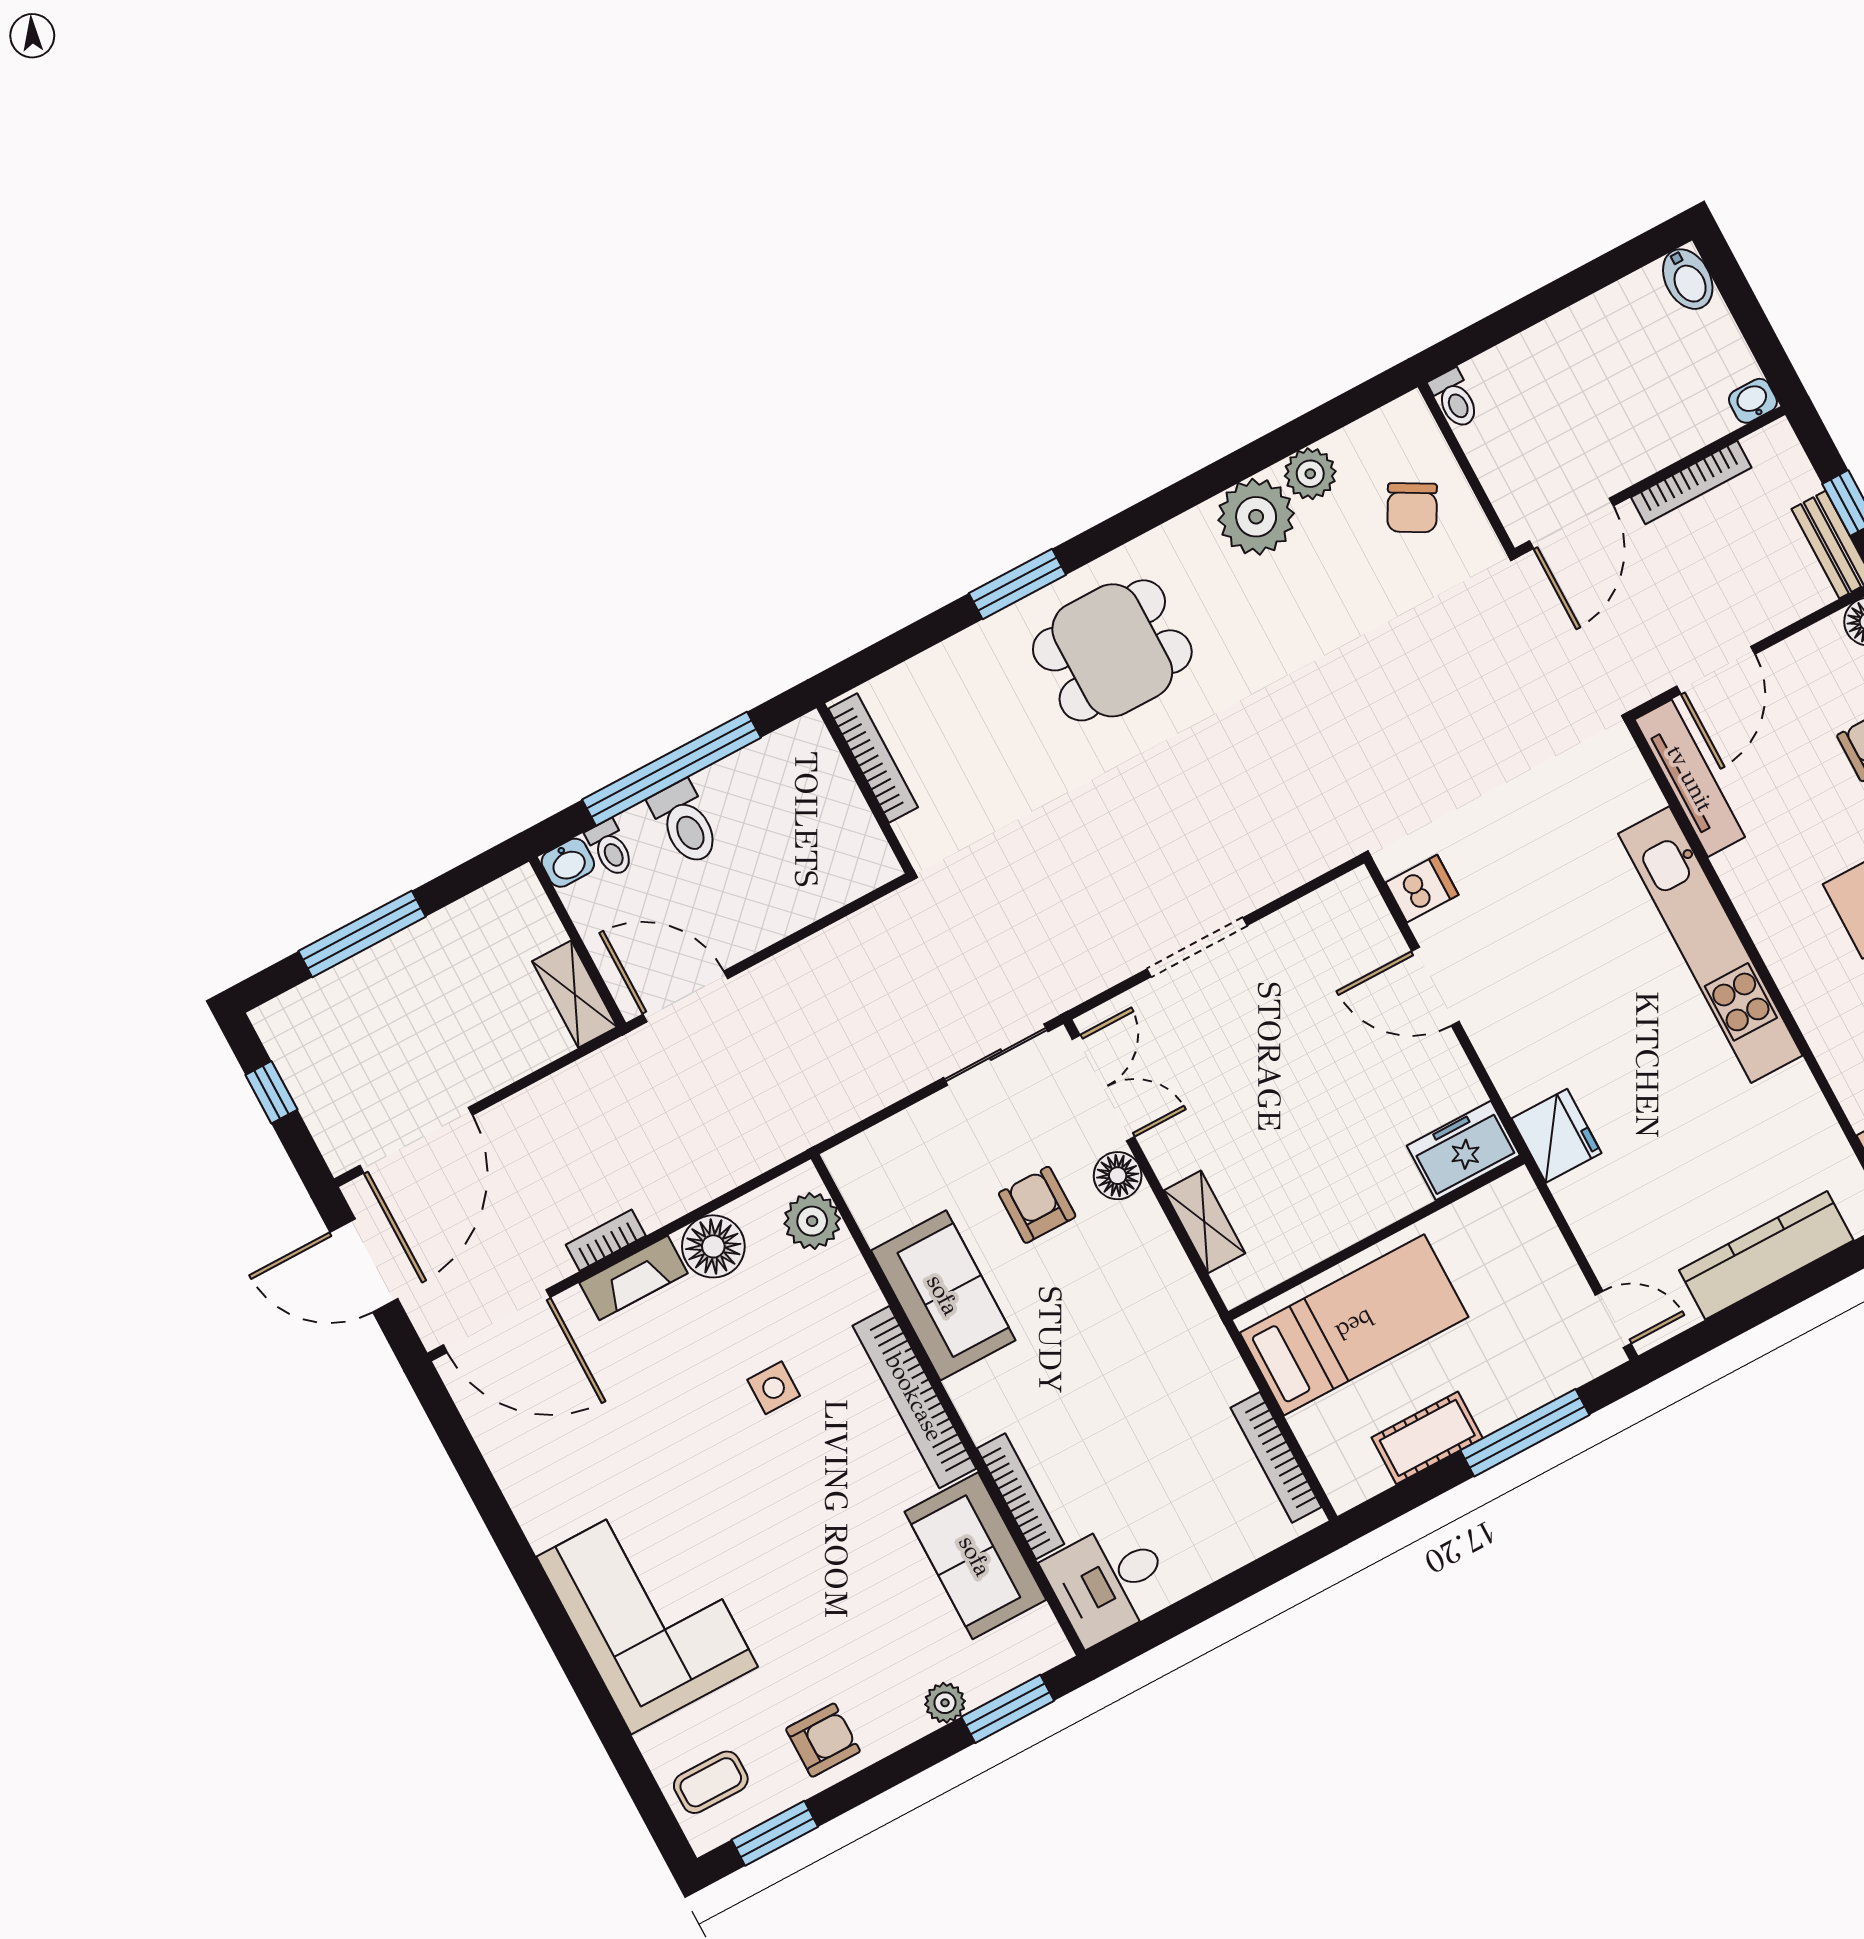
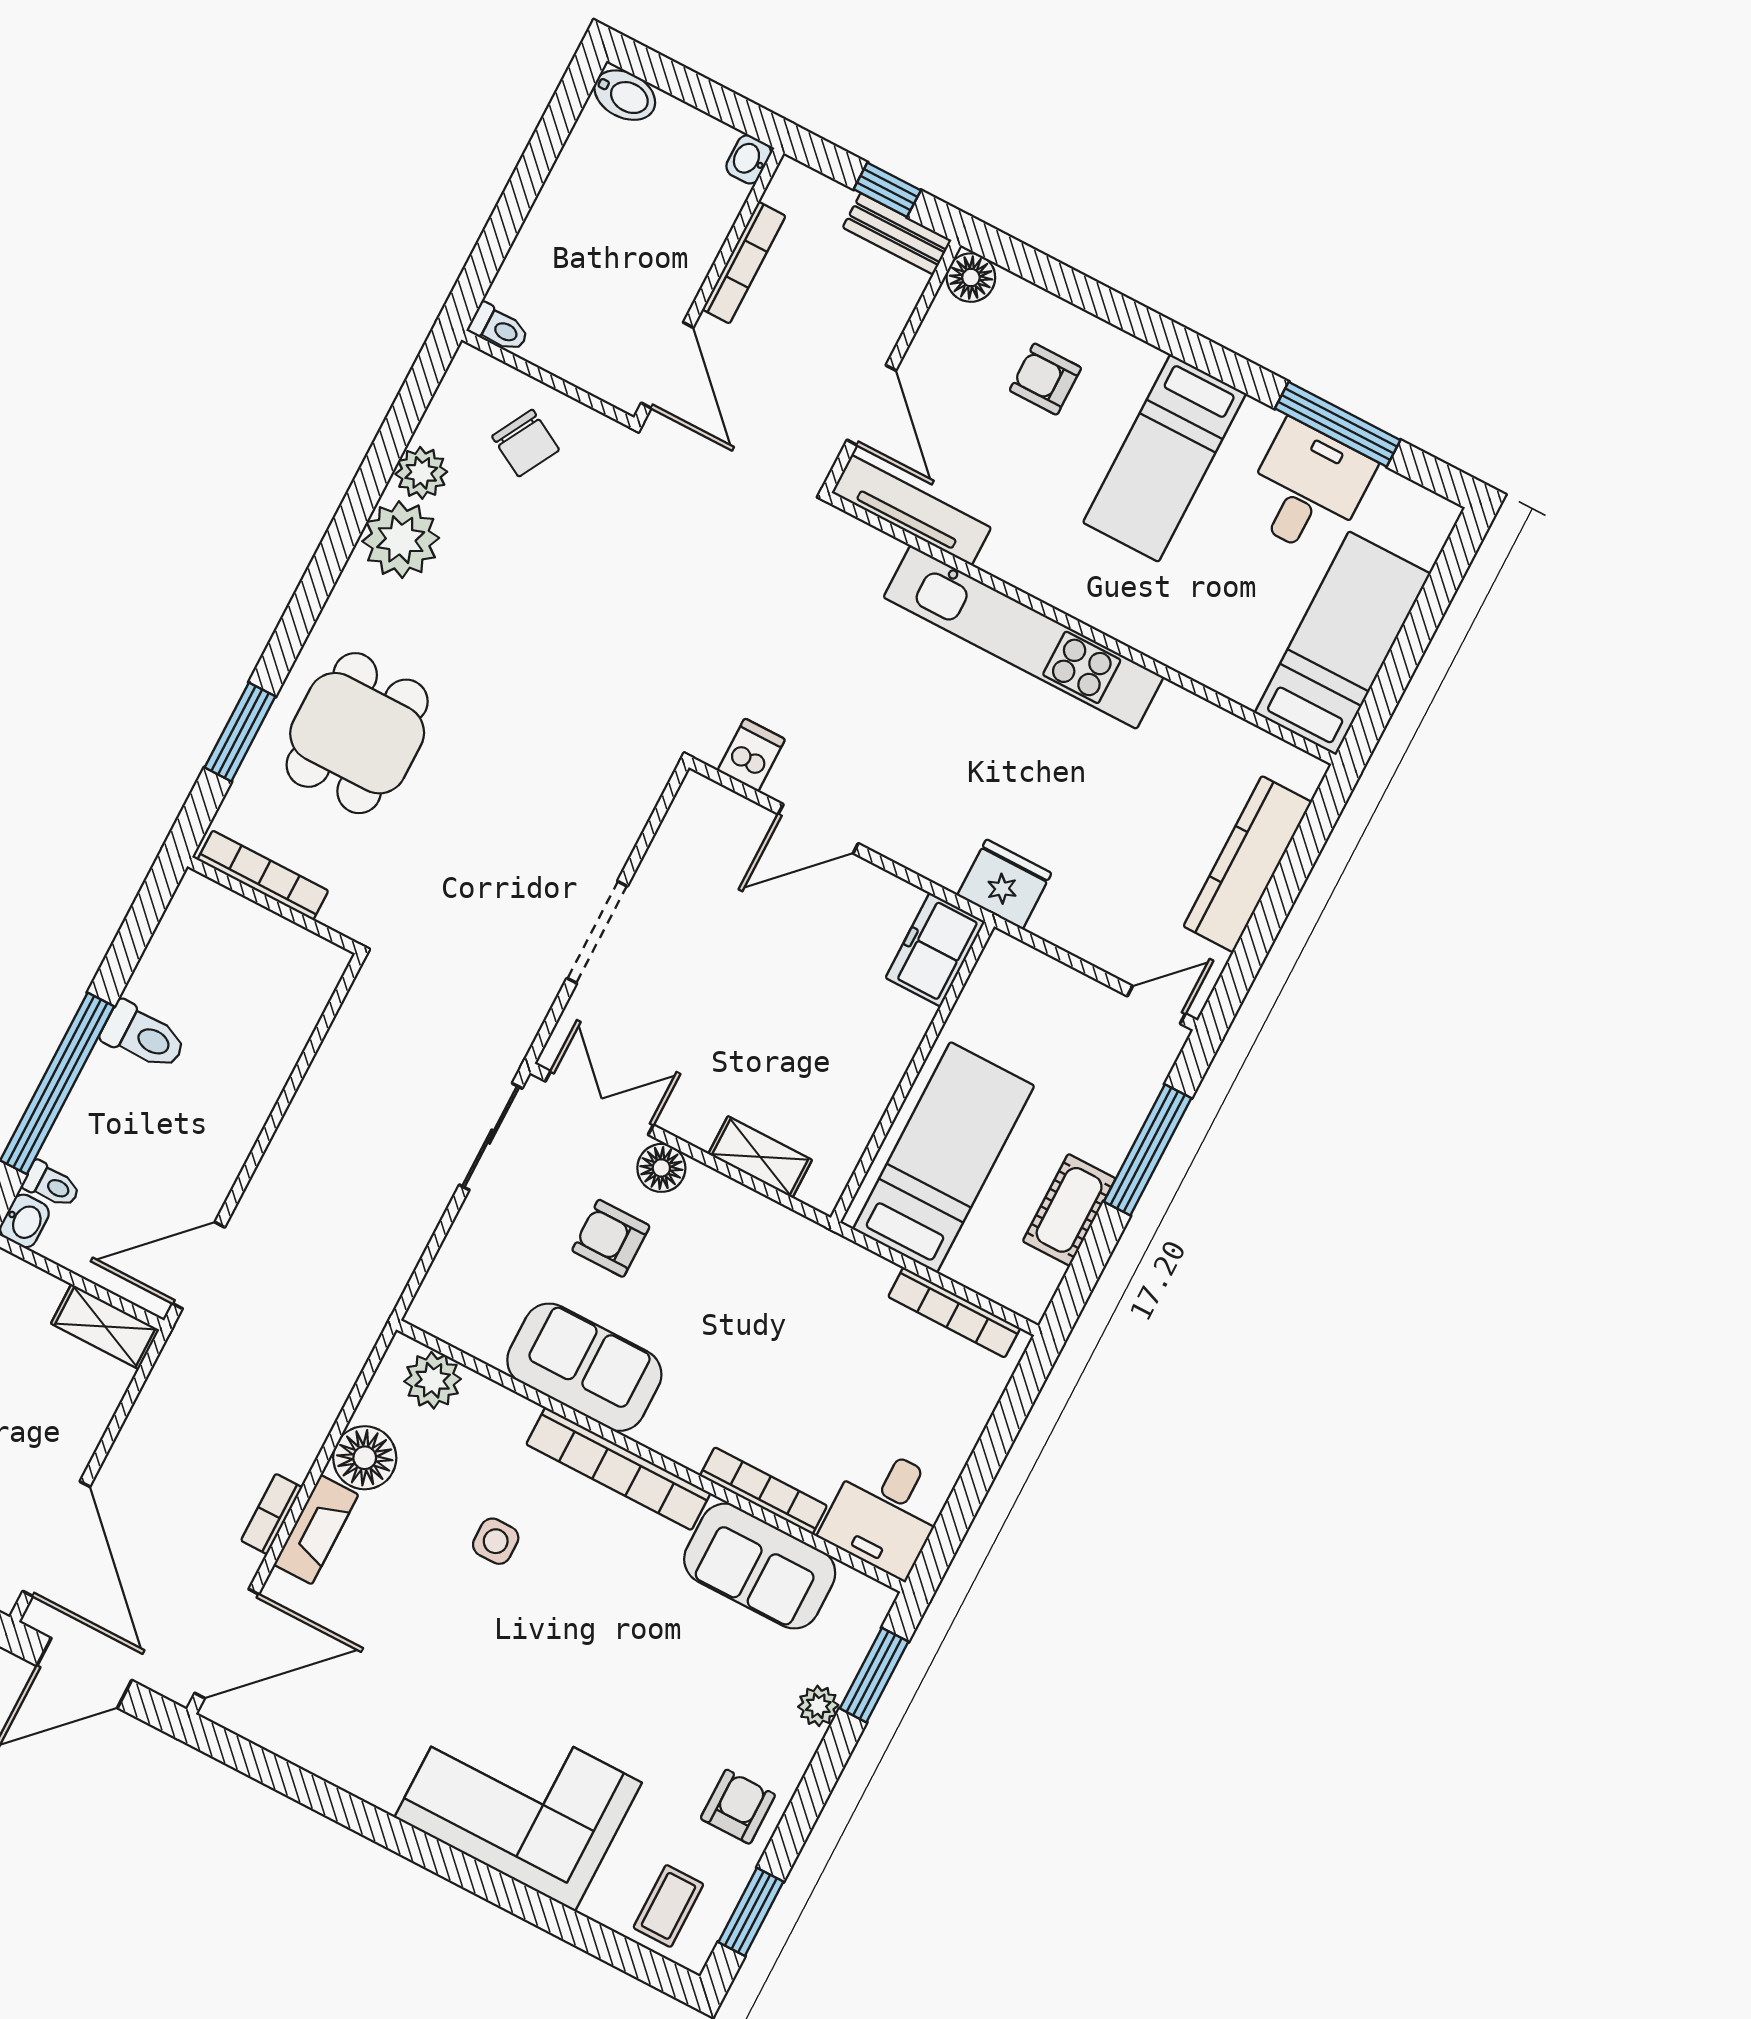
bookcase: (873, 758) -> (263, 875), moved
wall: (865, 789) -> (274, 905), moved
toilet: (685, 823) -> (144, 1036), moved

